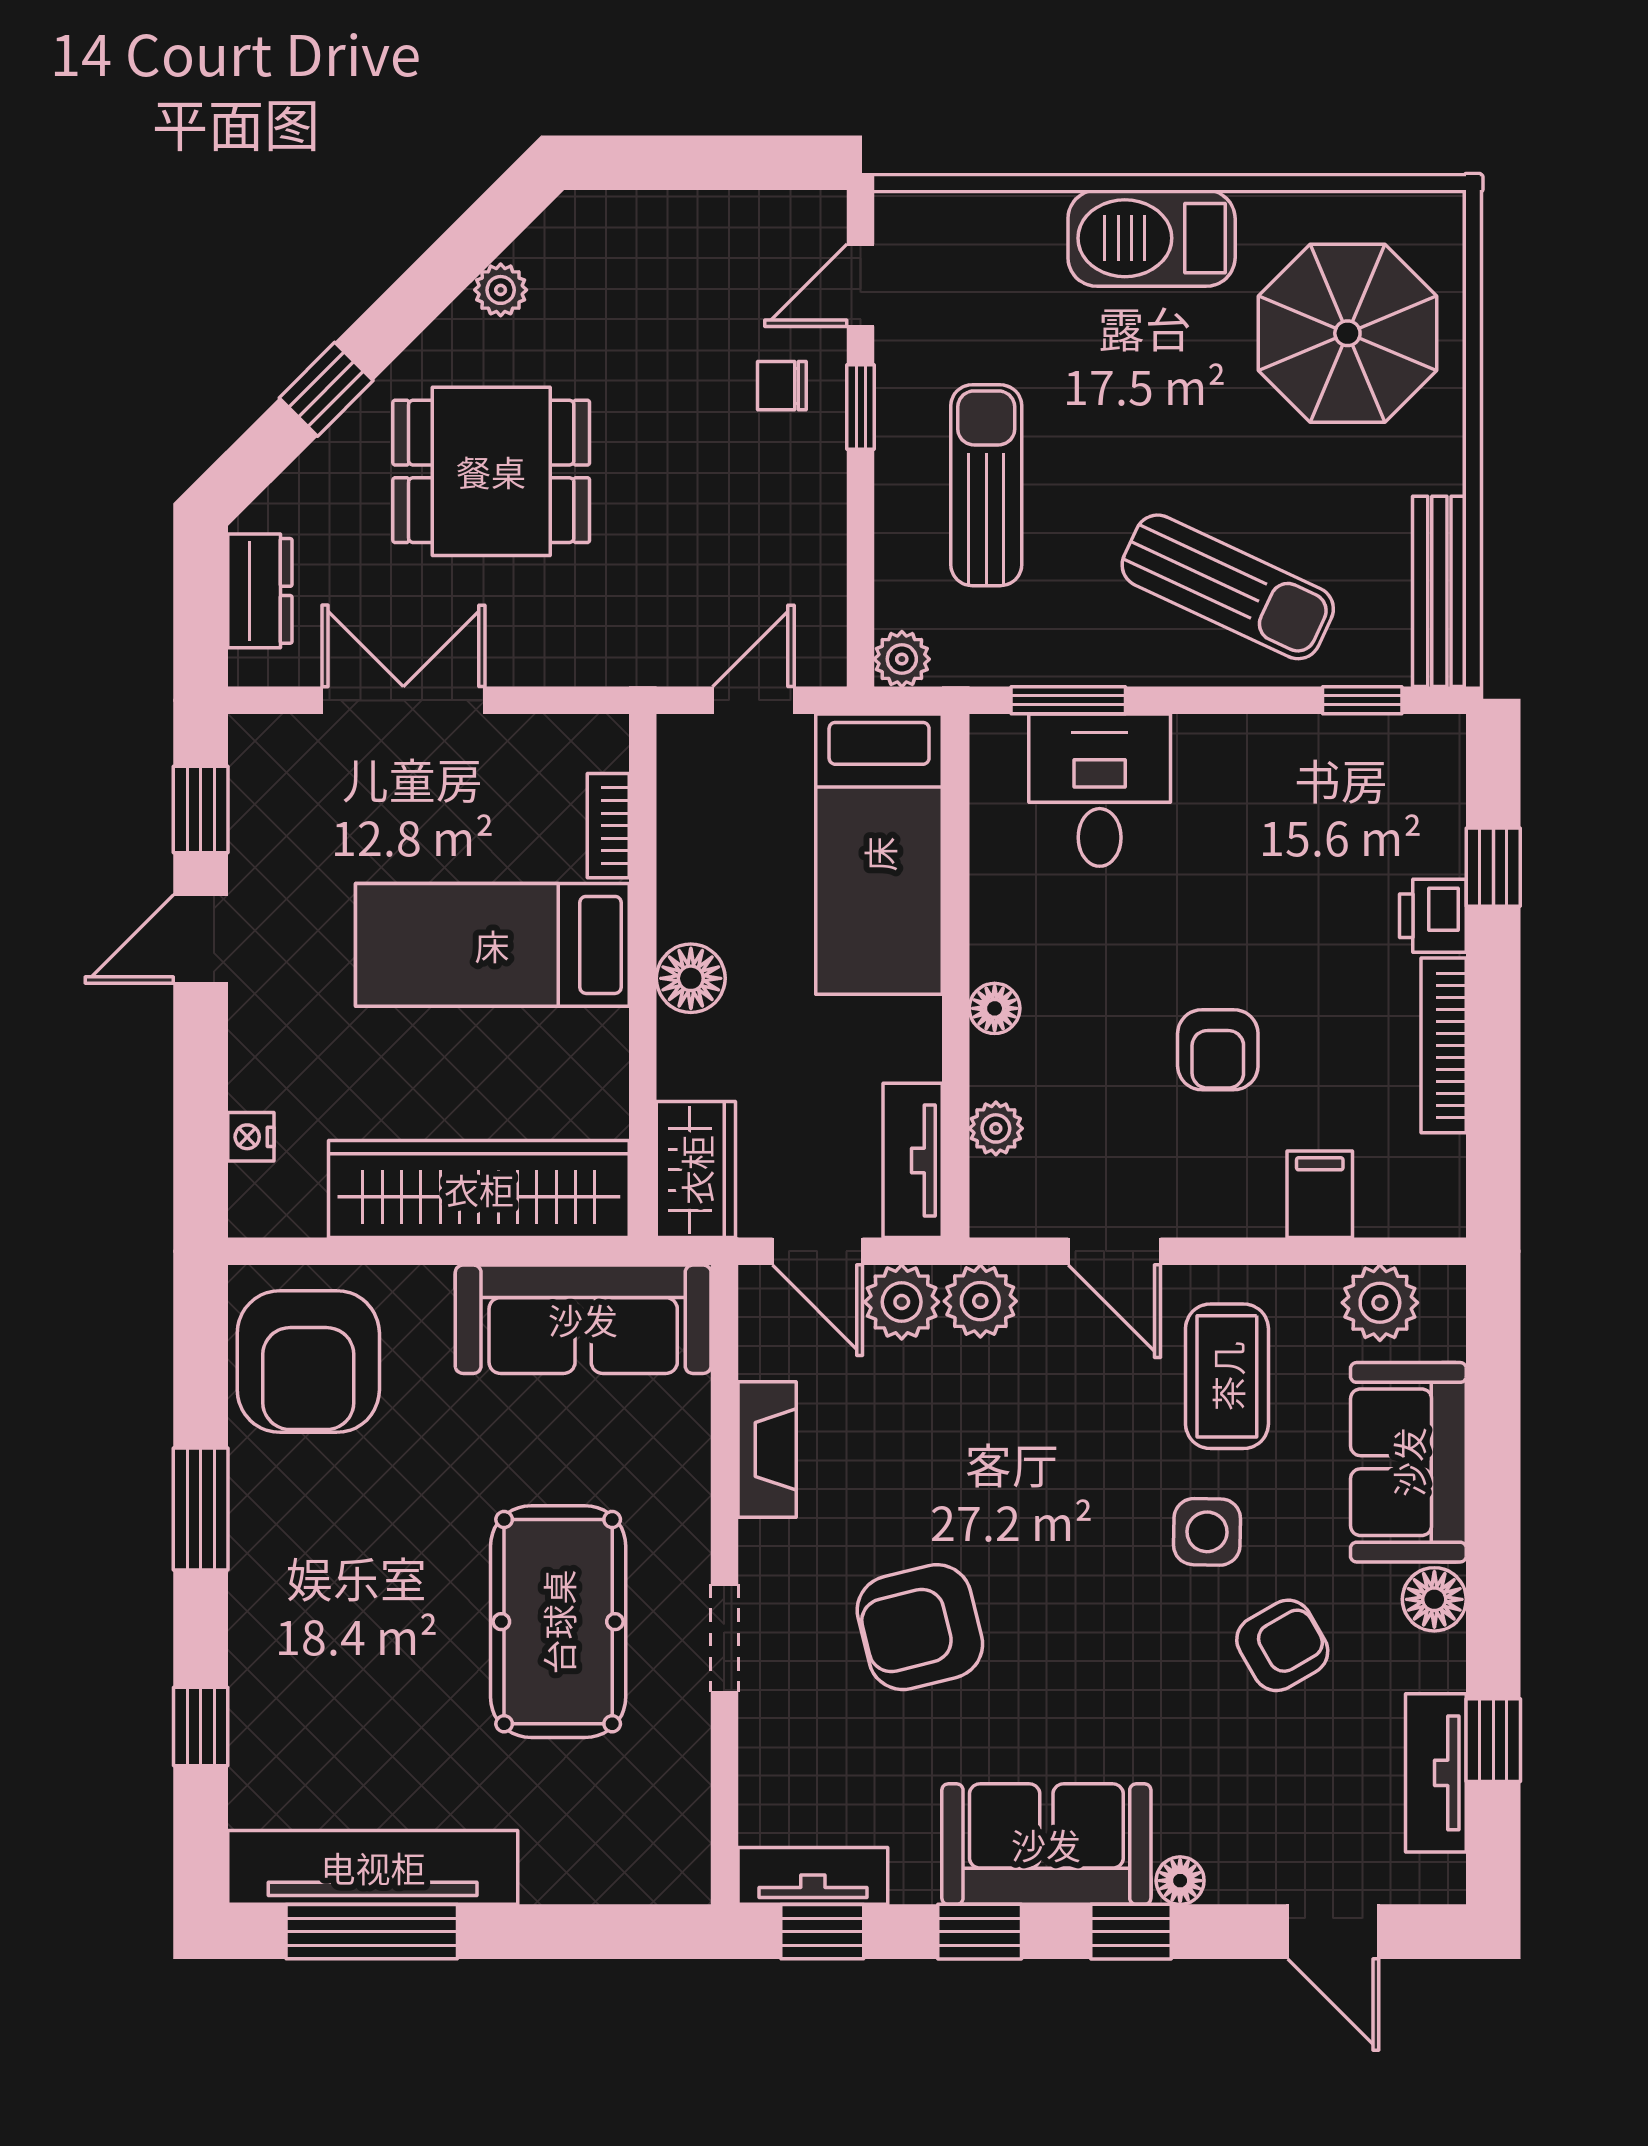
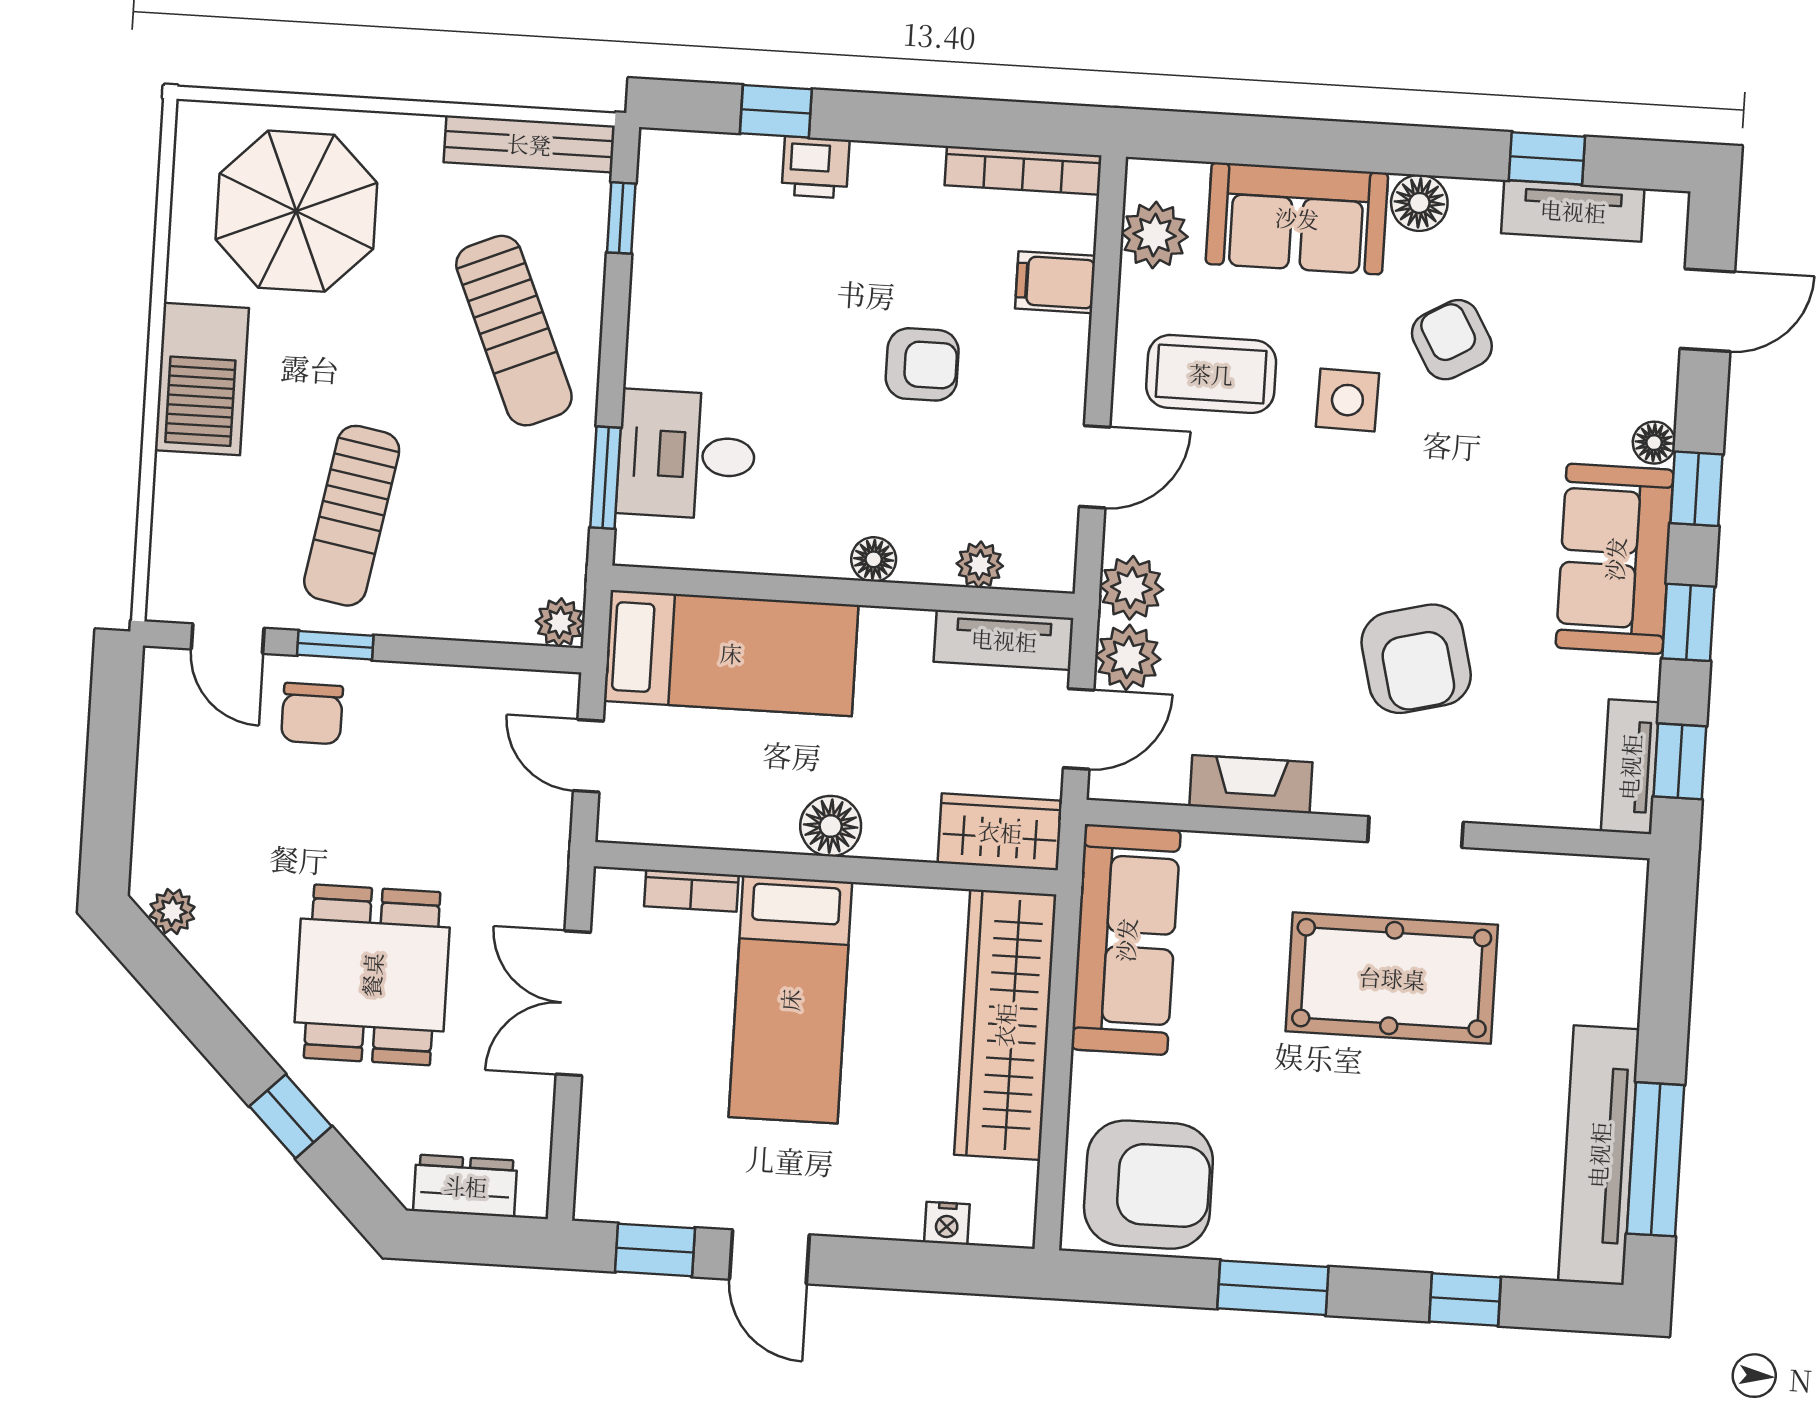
plant: (501, 290) -> (172, 912), moved
chair: (782, 386) -> (312, 714), width x1.37, depth x1.37
sun lounger: (986, 485) -> (352, 516), moved, turned -80
sun lounger: (1228, 587) -> (514, 331), turned 132
double door: (403, 700) -> (573, 1003), moved
bookcase: (1444, 1045) -> (1023, 170), moved

